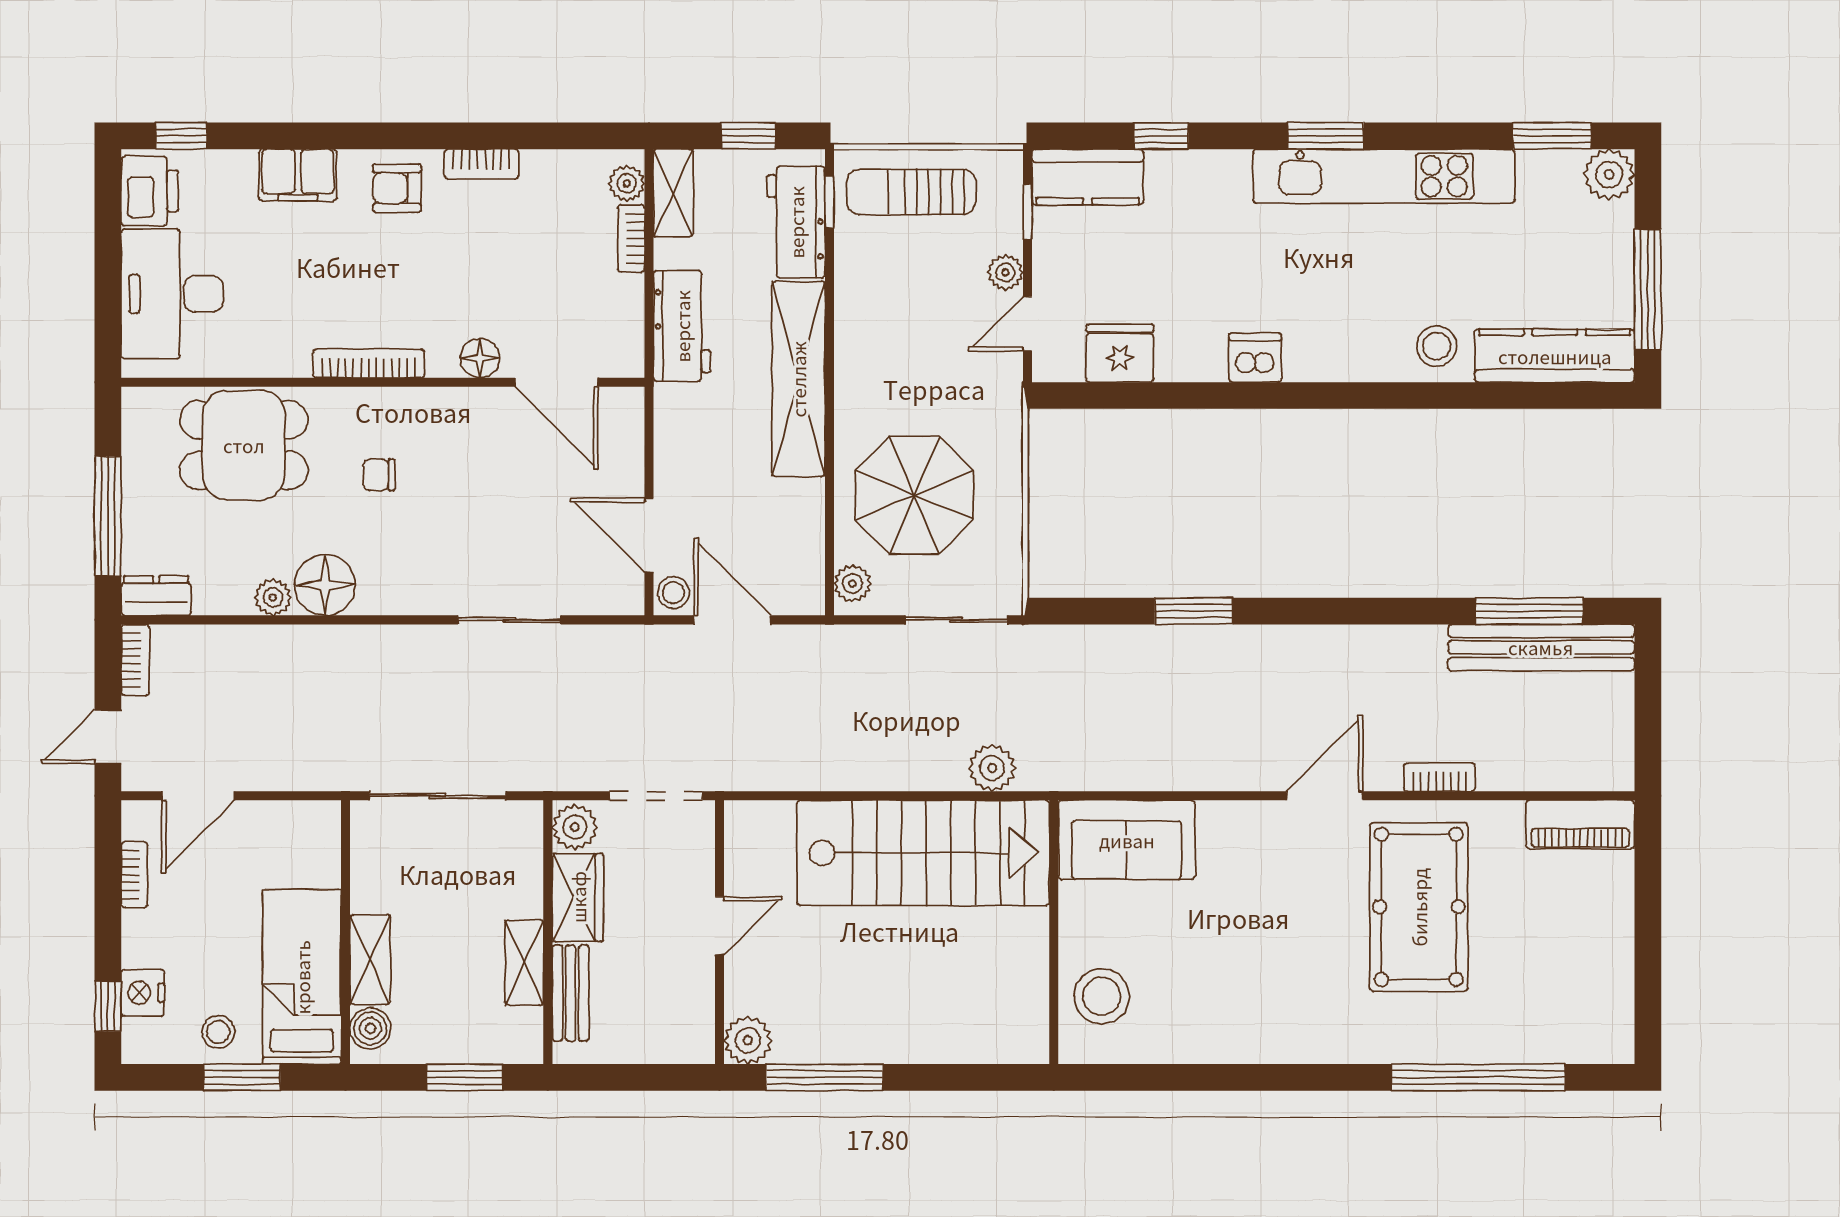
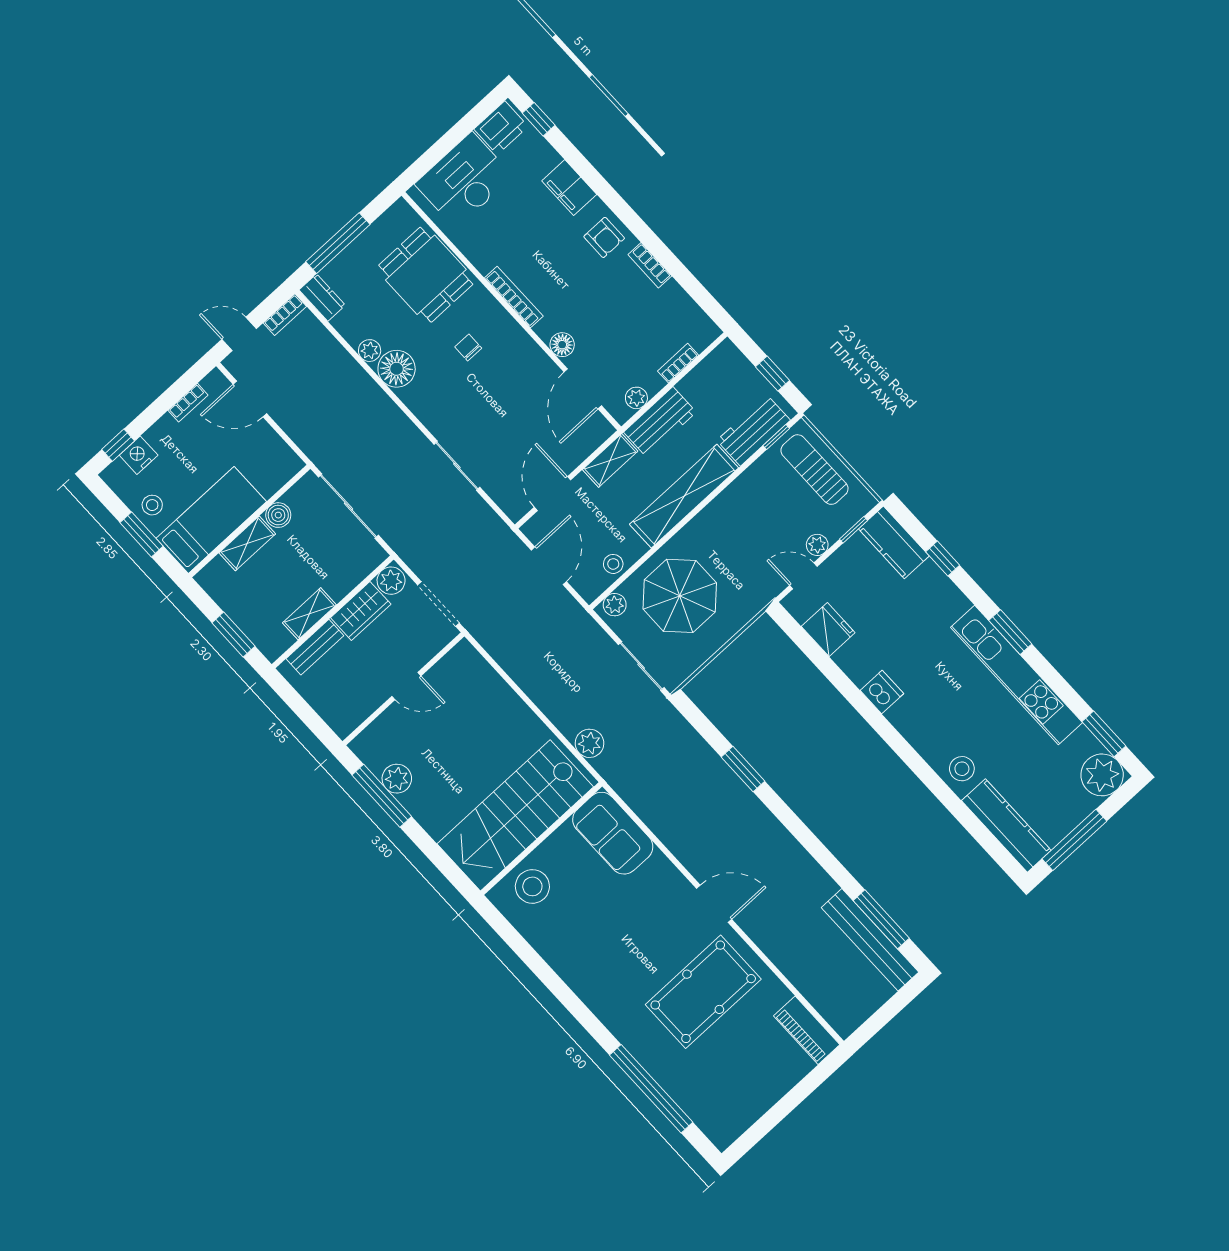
plant: (1609, 174) -> (1102, 775), width x1.36, depth x1.36
plant: (627, 183) -> (636, 398), moved
armchair: (397, 188) -> (604, 237), turned 180
shelving: (673, 193) -> (610, 460), moved
stool: (674, 593) -> (613, 564), moved
bookcase: (1439, 777) -> (770, 948), removed
stairs: (923, 853) -> (515, 815), moved, turned 90
boiler: (370, 1028) -> (278, 515), moved
plant: (748, 1040) -> (397, 779), moved

